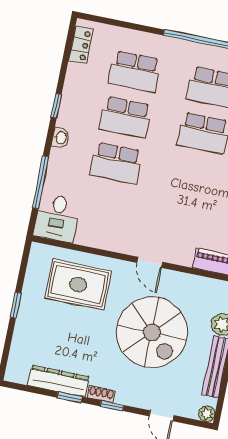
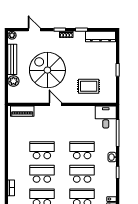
school desk: (194, 179) -> (42, 150), added
rug: (78, 284) -> (89, 86), width x0.73, depth x0.70
dresser: (59, 381) -> (100, 37), moved

